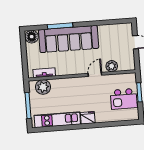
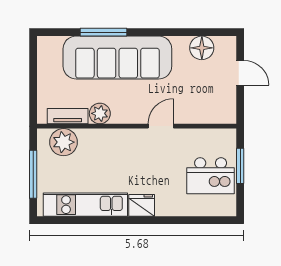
floor lamp: (32, 37) -> (202, 48), moved
plant: (112, 66) -> (100, 113), moved

